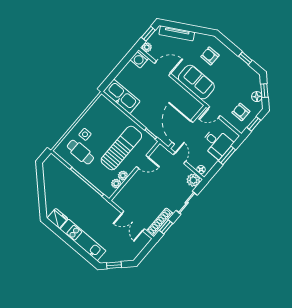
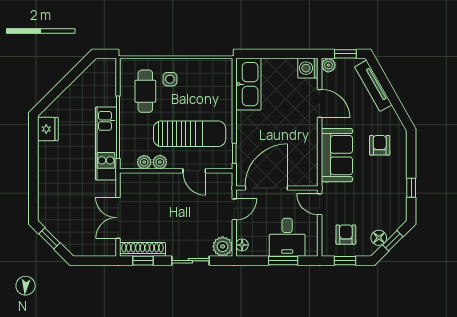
kitchen unit: (83, 240) -> (106, 144), moved, turned 180

